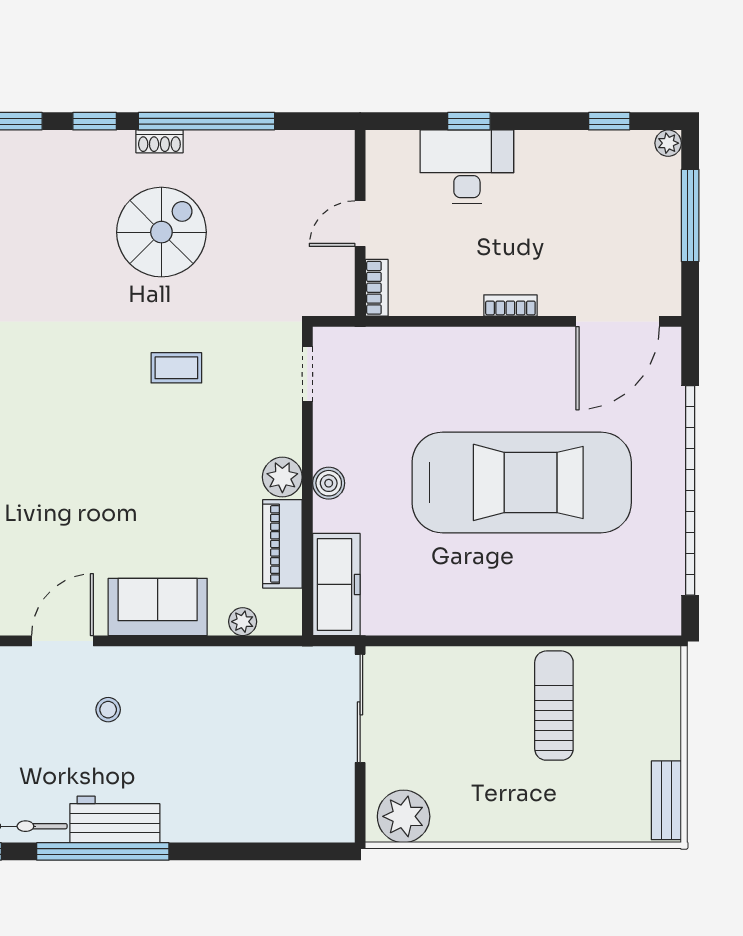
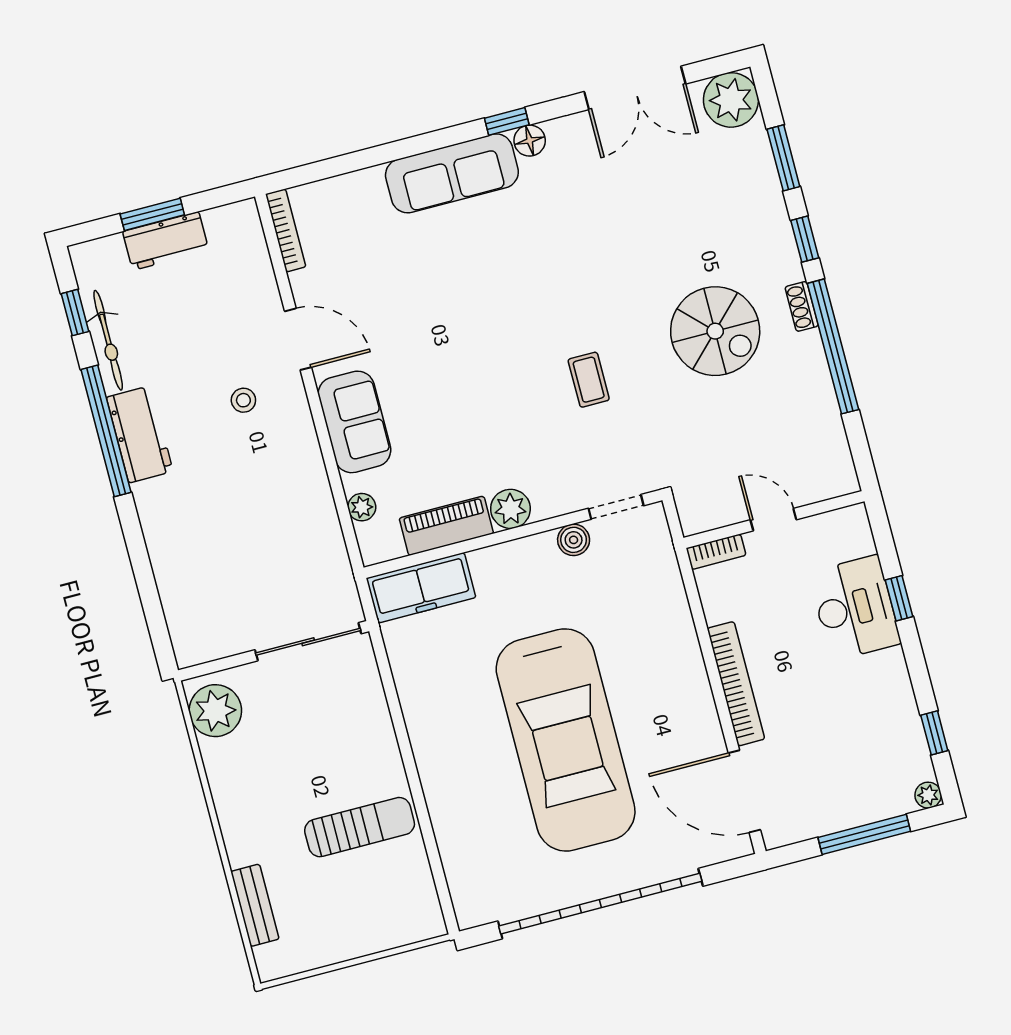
bookcase: (510, 305) -> (736, 684), width x2.31, depth x1.31
boiler: (329, 483) -> (574, 540), moved
bench: (666, 800) -> (255, 905), moved, turned 90

